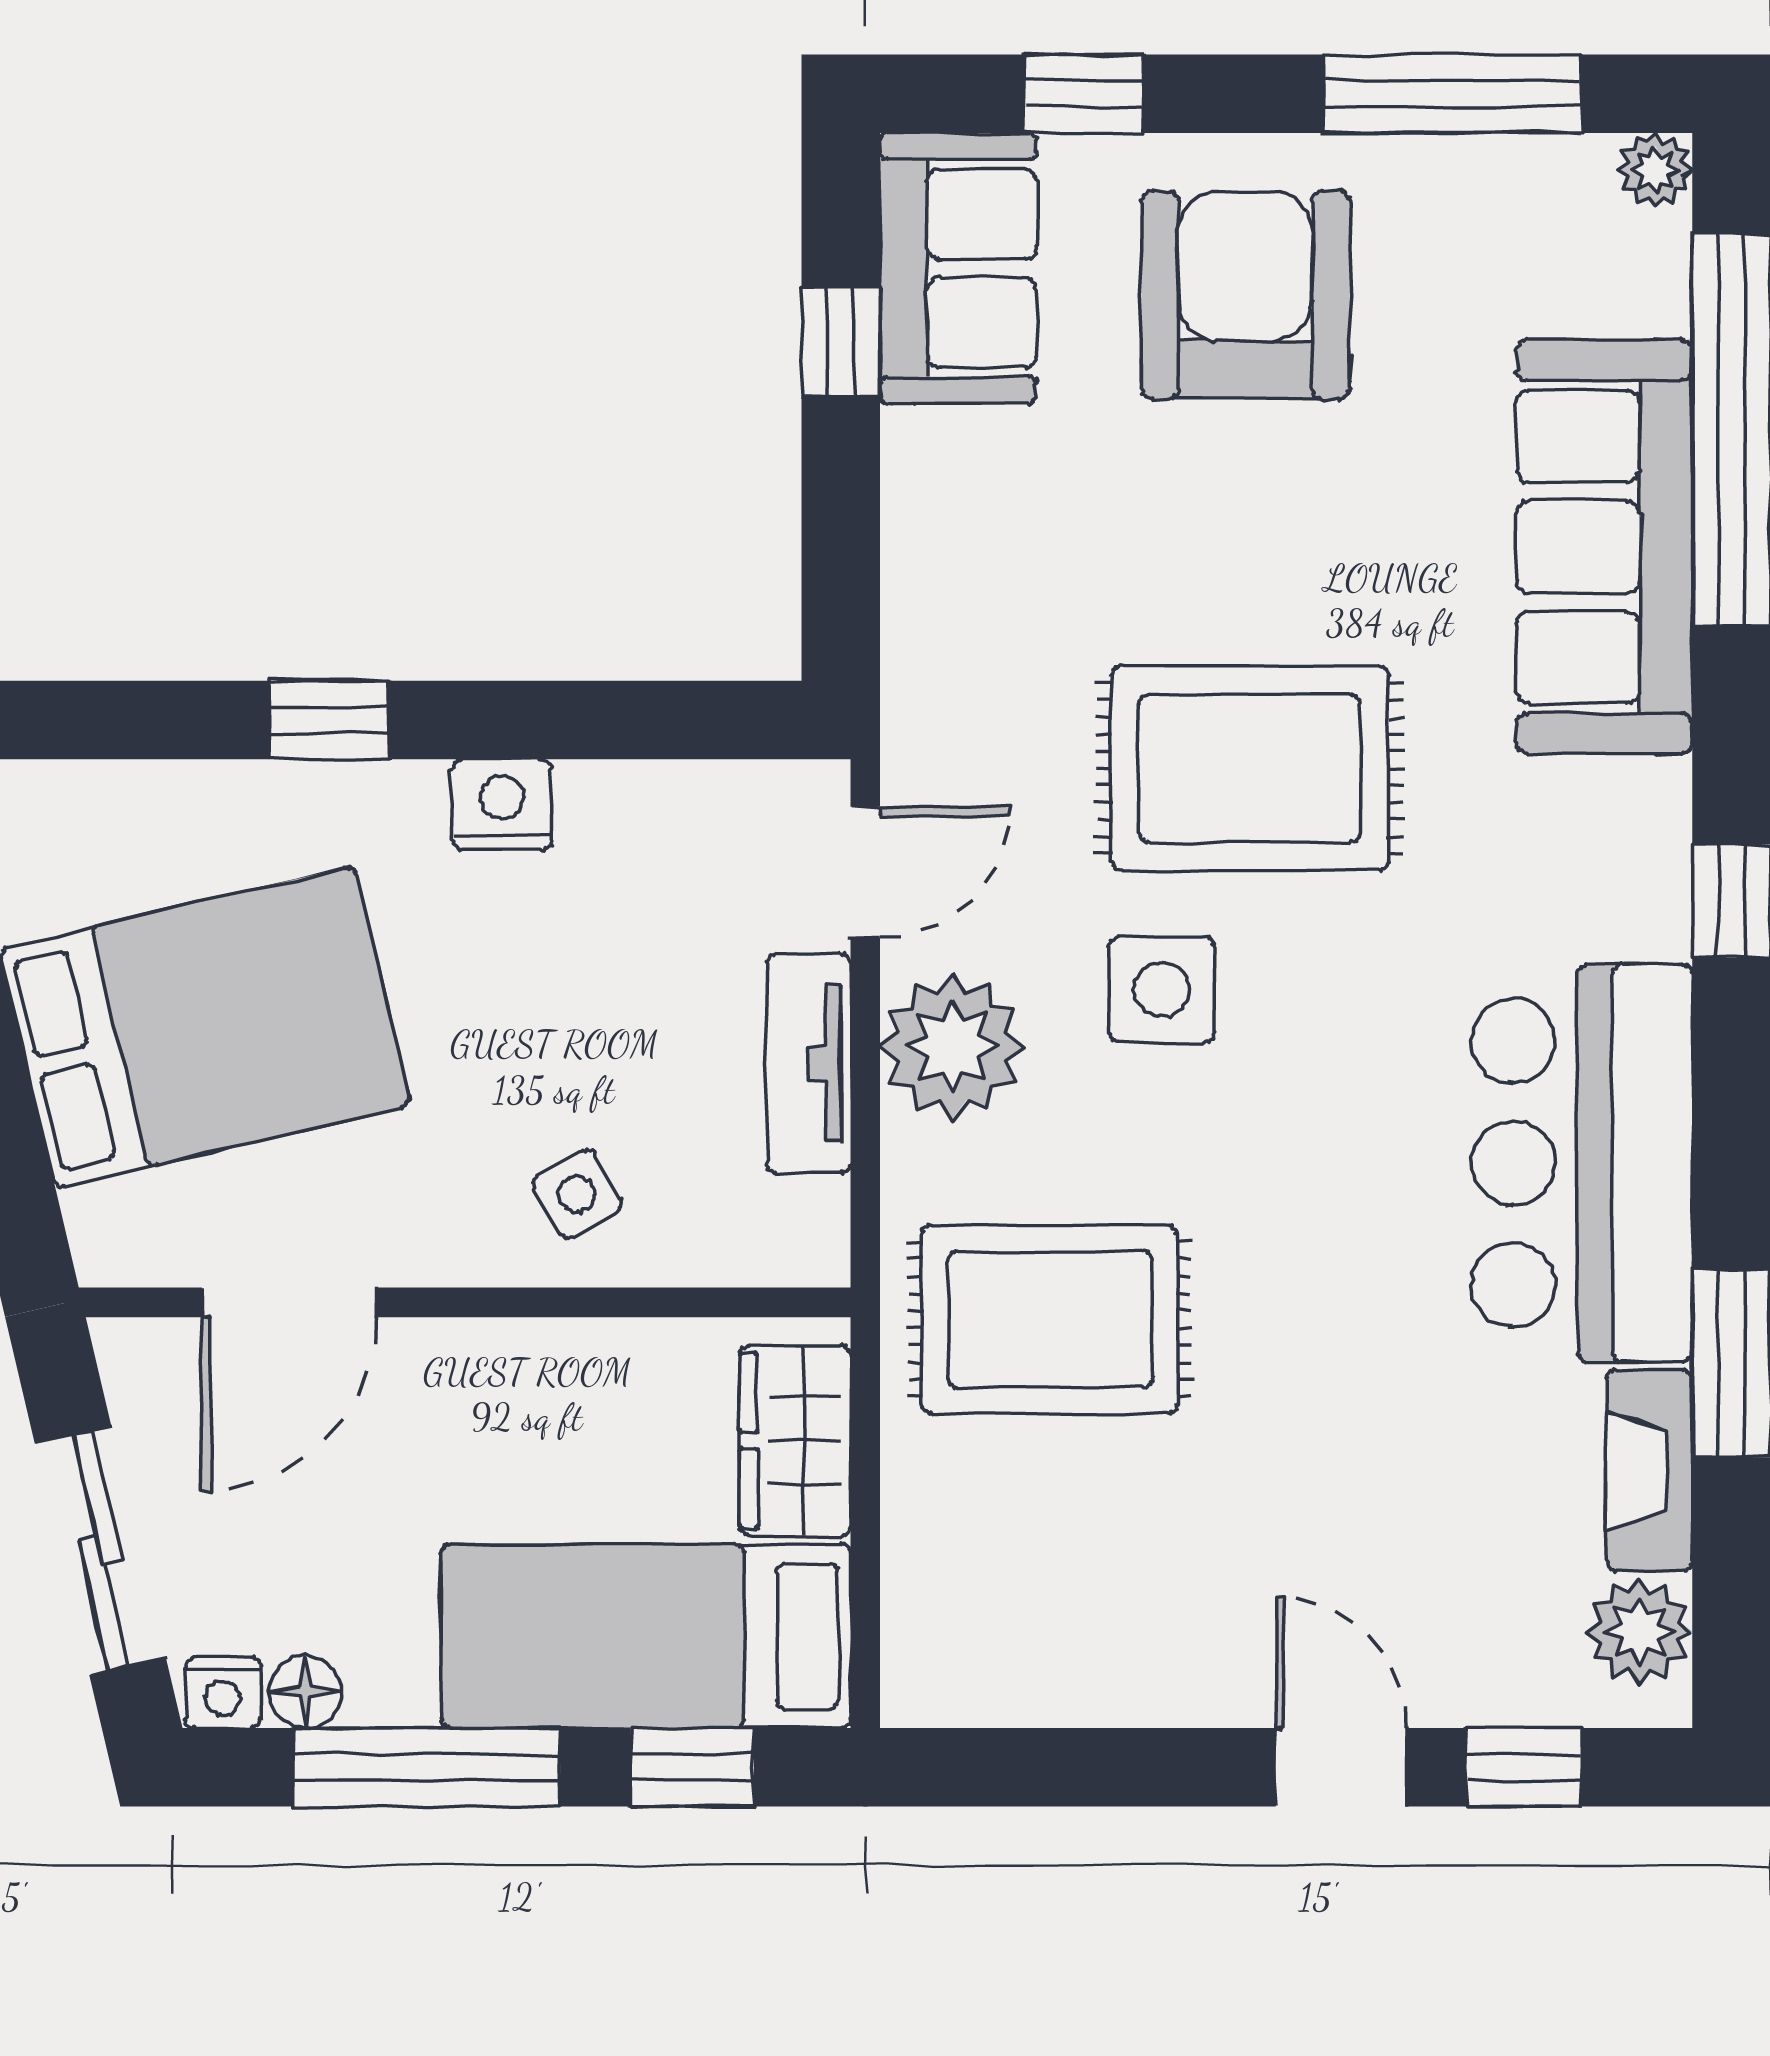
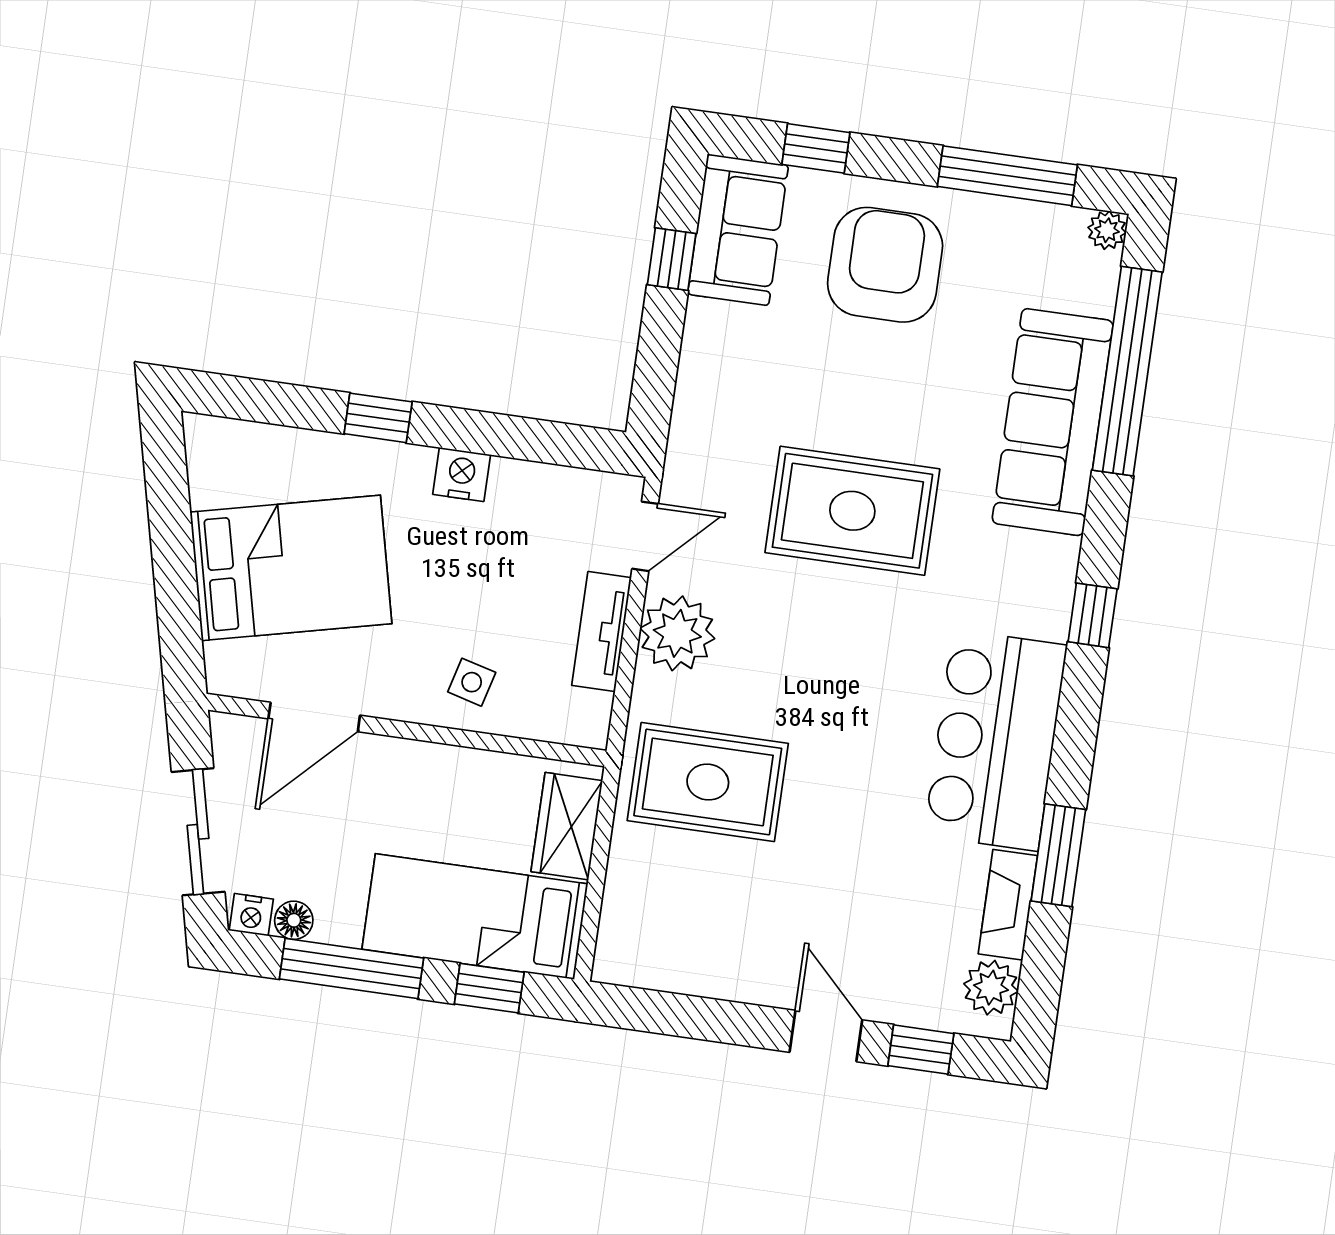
side table: (1162, 989) -> (790, 619), removed
side table: (577, 1194) -> (472, 682), turned 45

